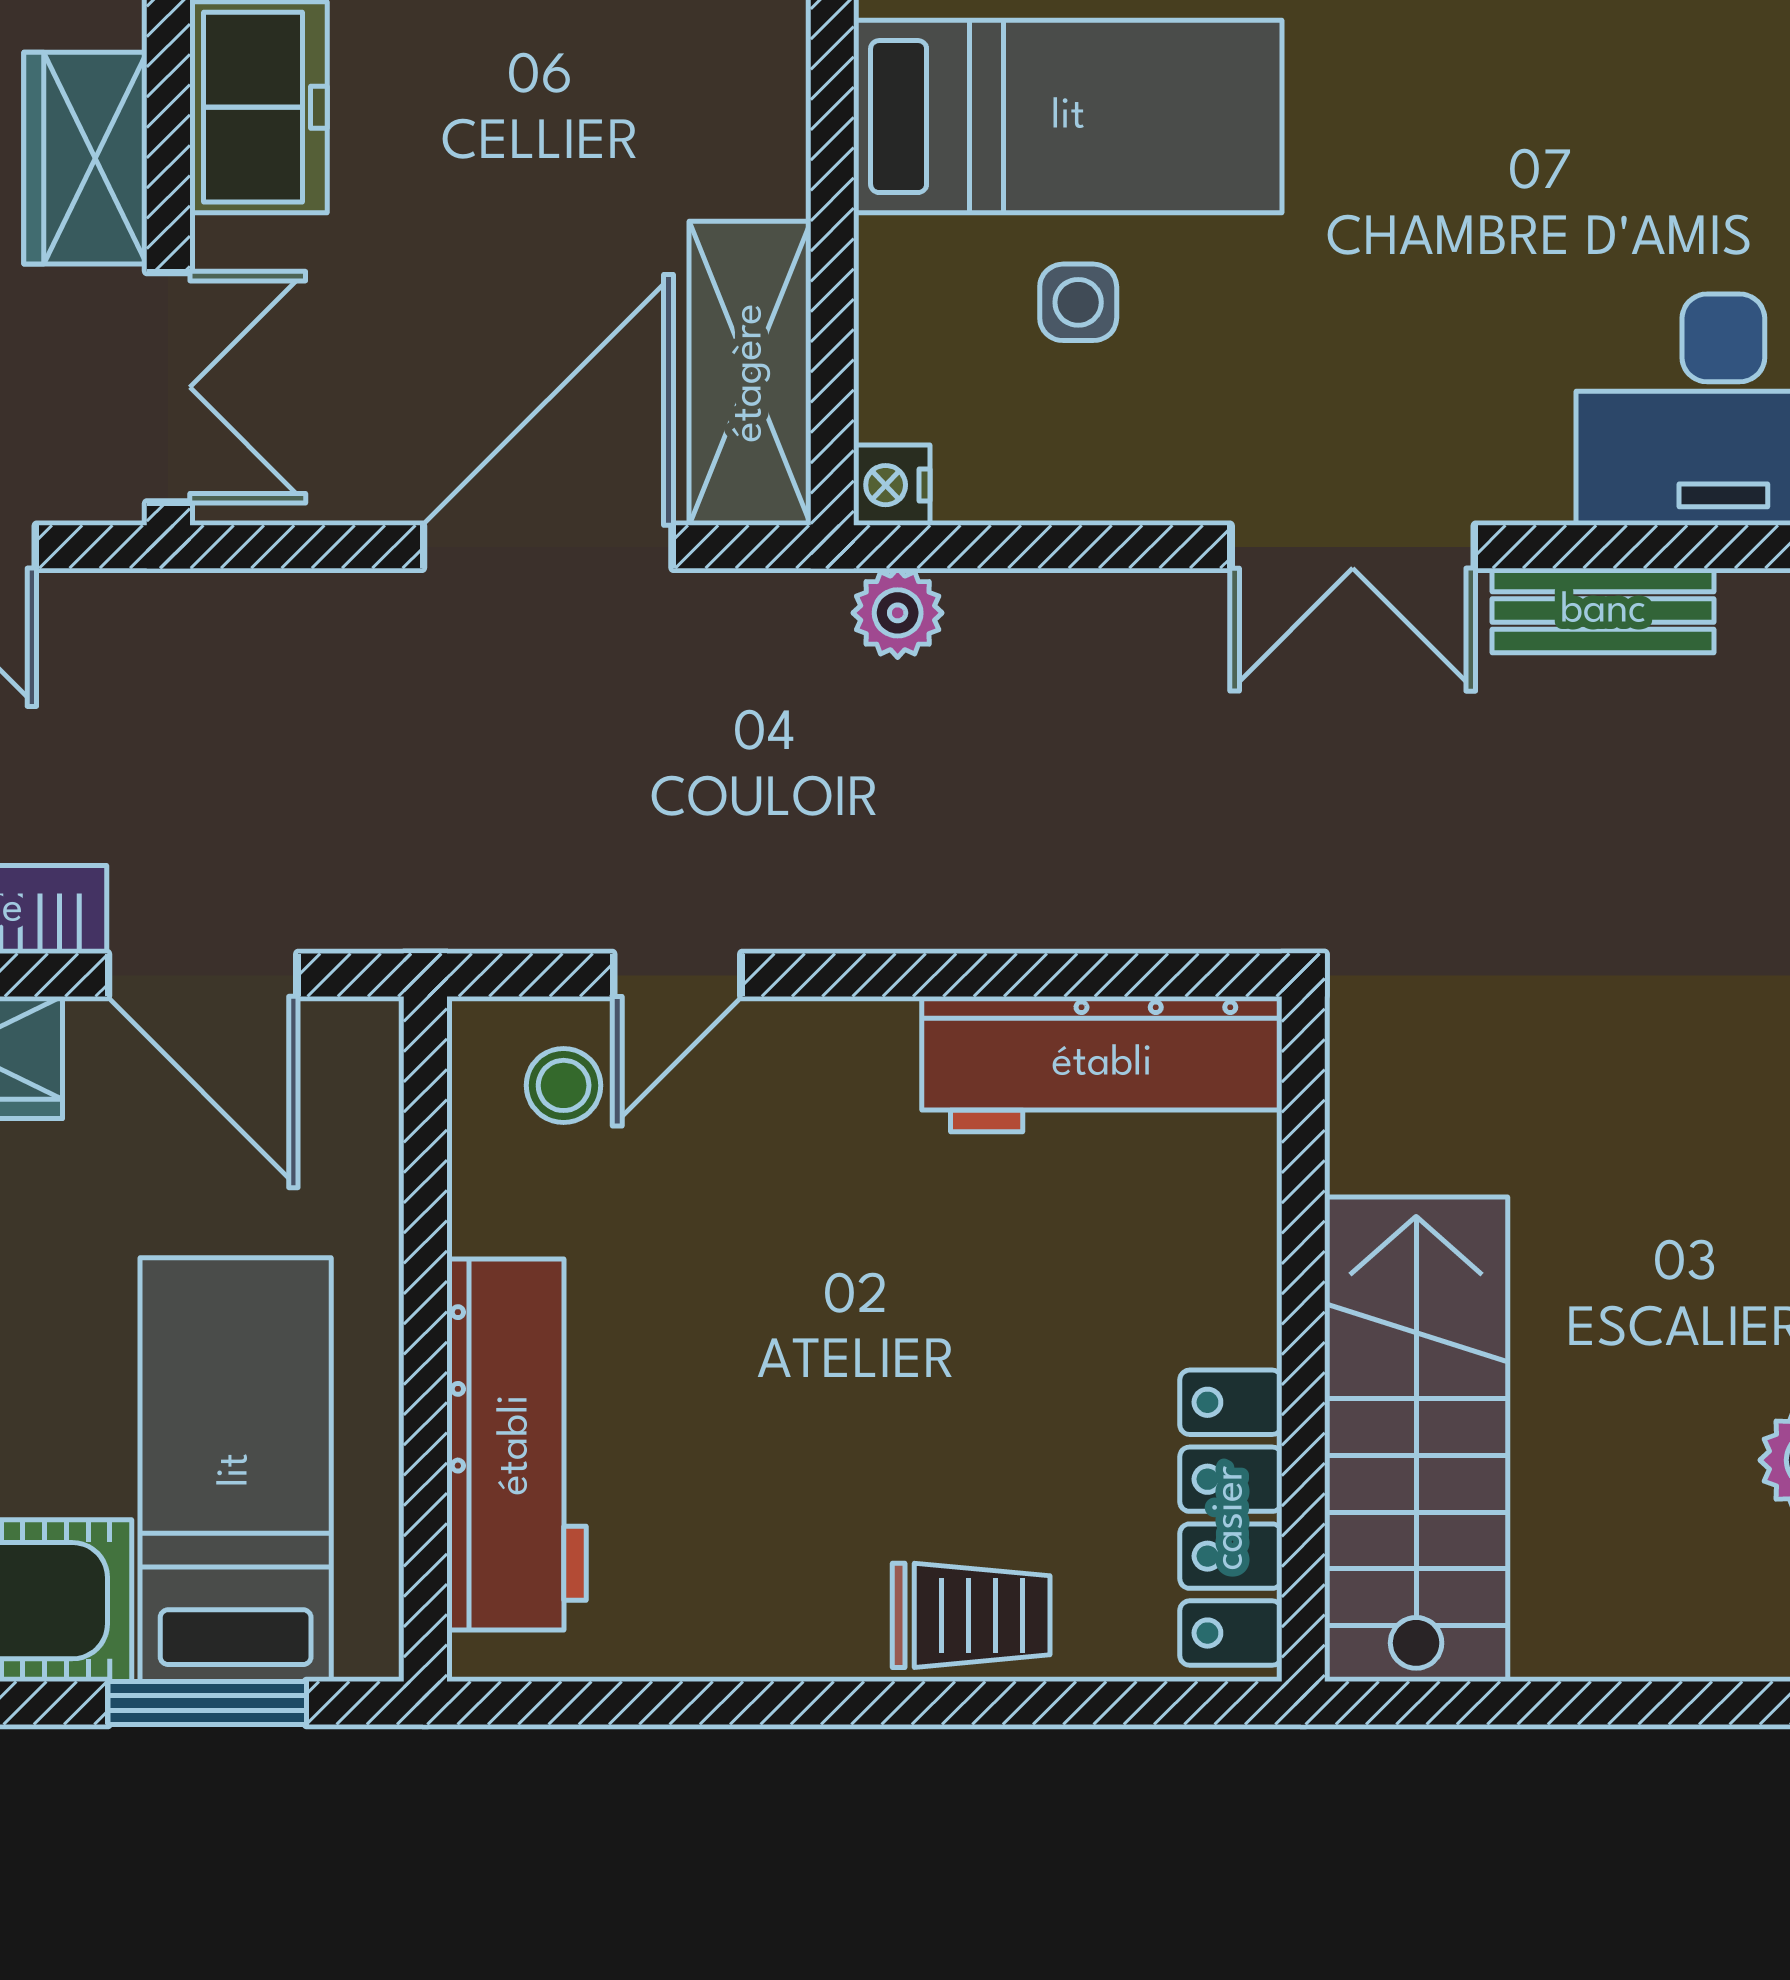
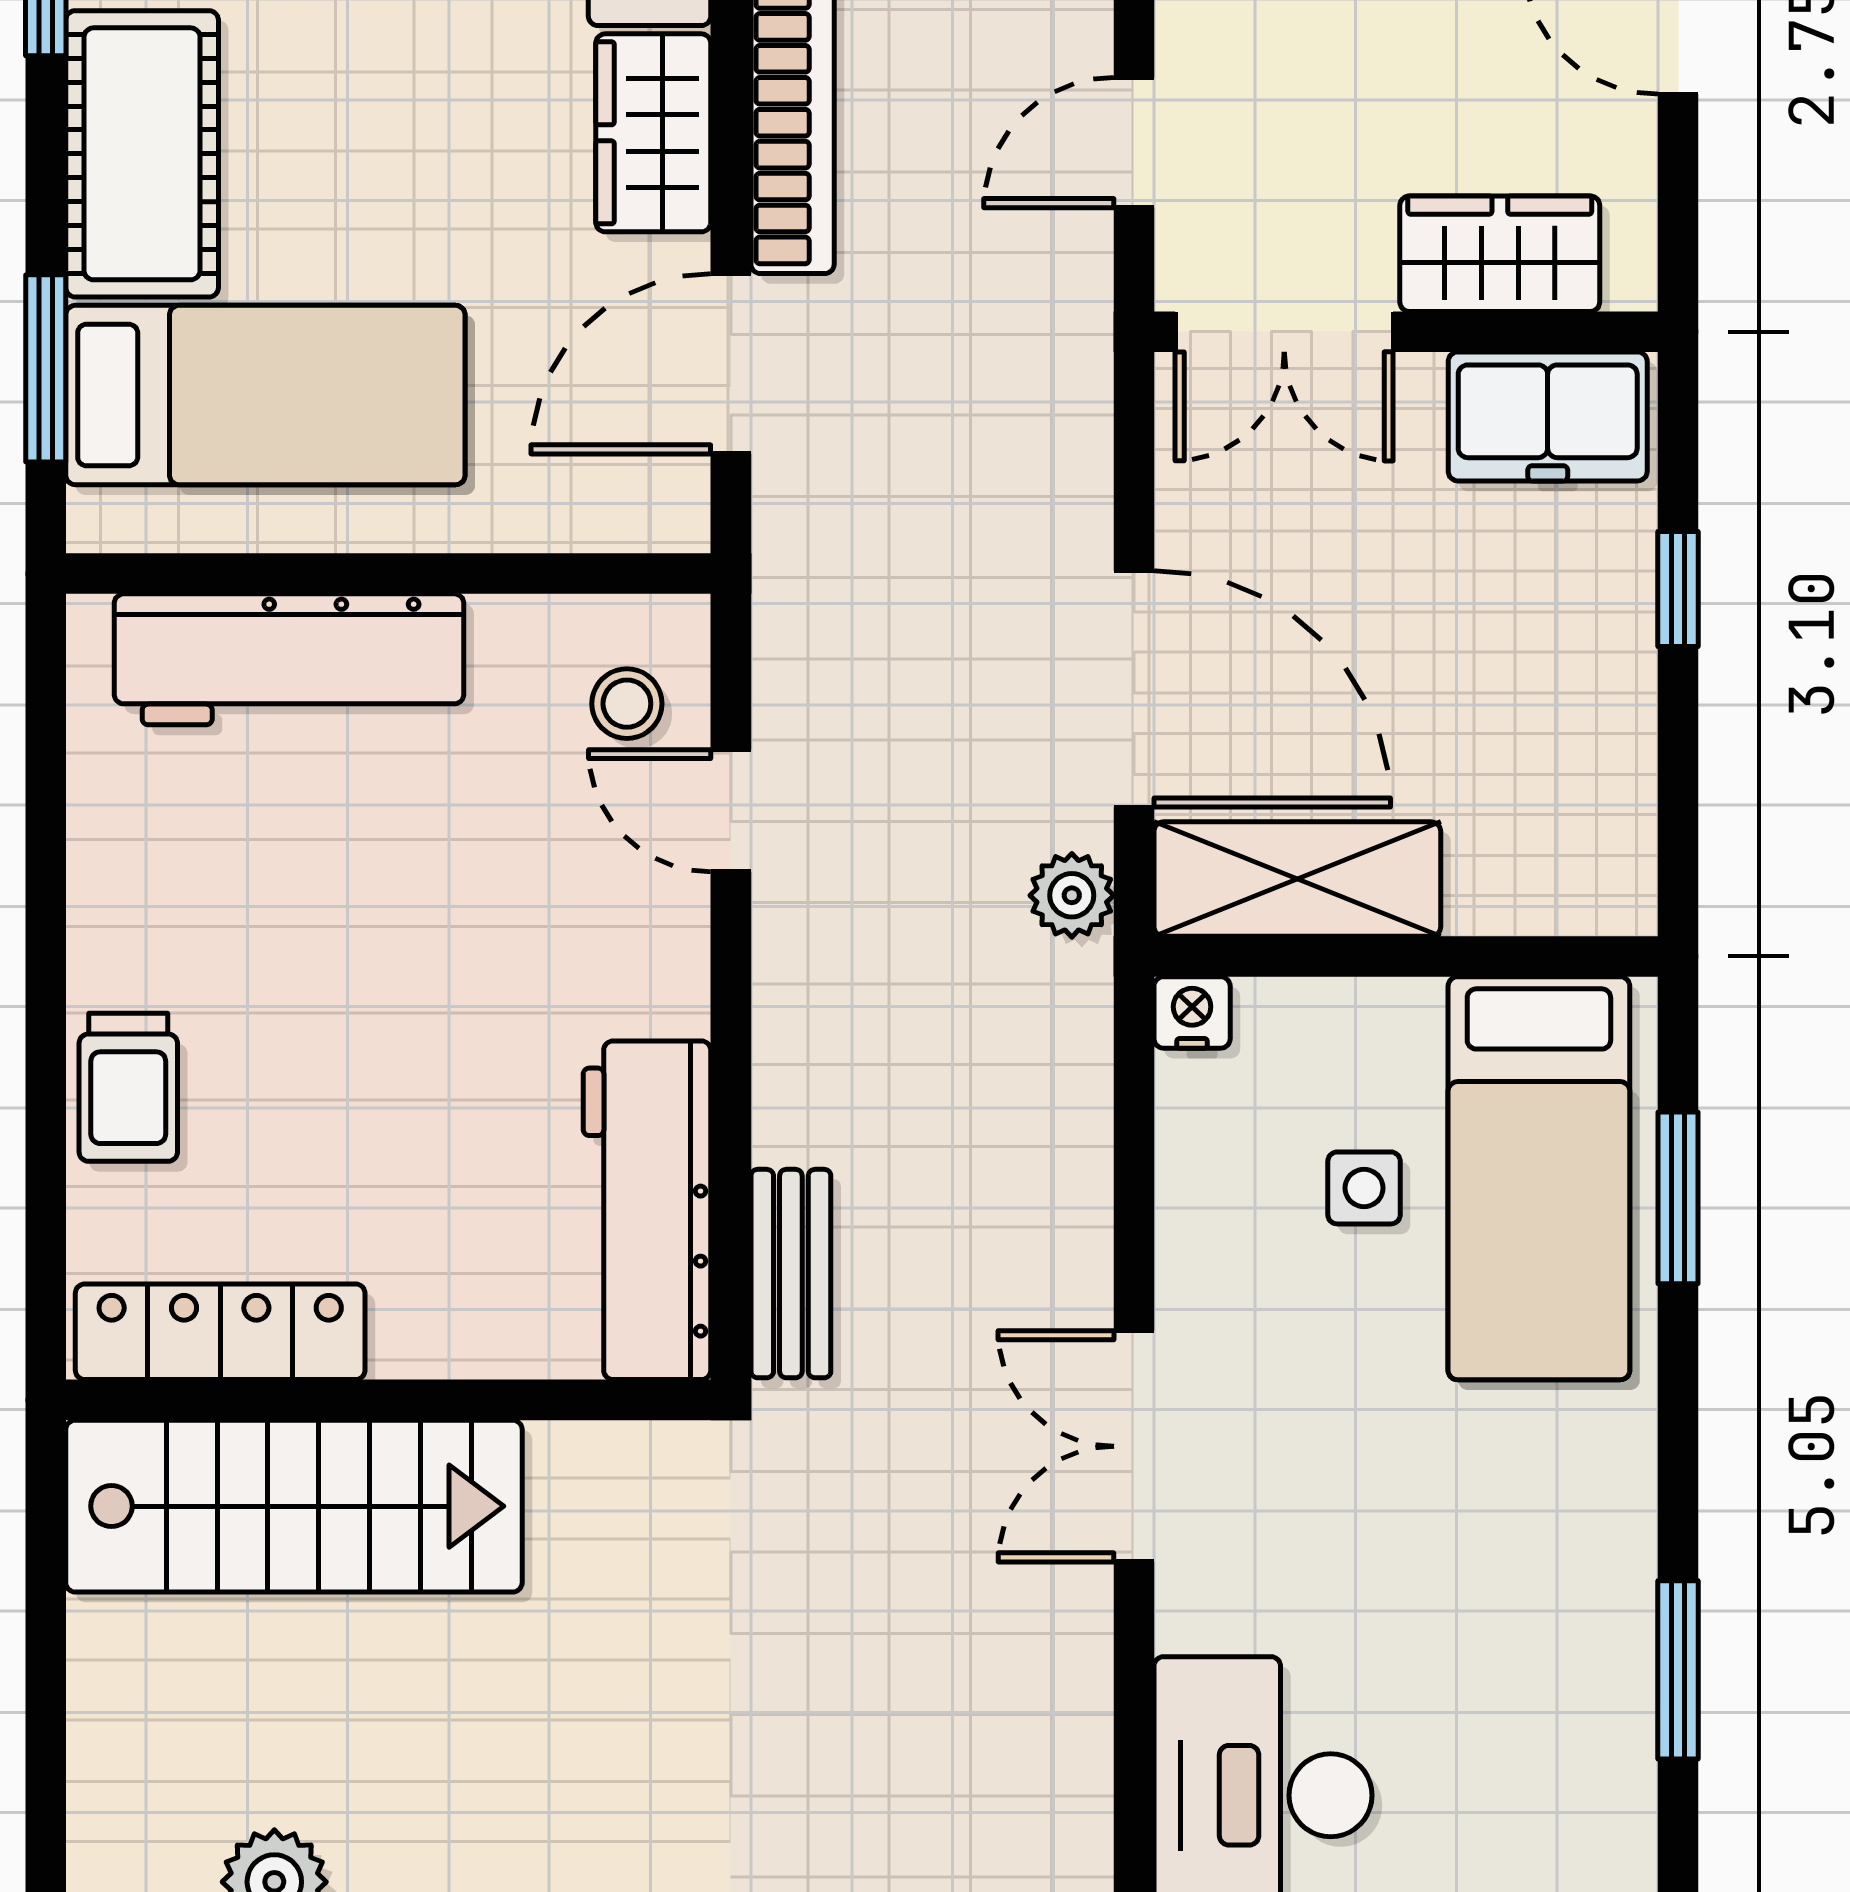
bench: (1603, 611) -> (791, 1274), moved
plant: (898, 613) -> (1072, 895), moved

